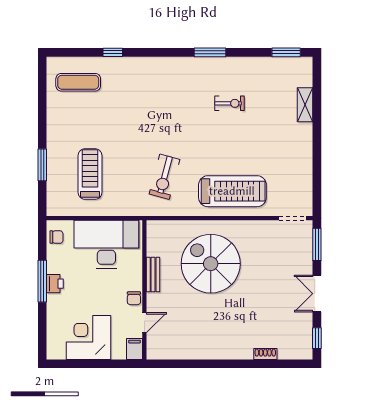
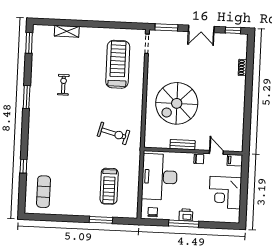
treadmill: (90, 174) -> (109, 186), turned -90
treadmill: (232, 191) -> (118, 64), moved

